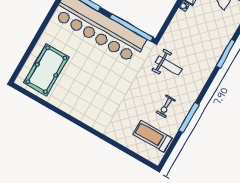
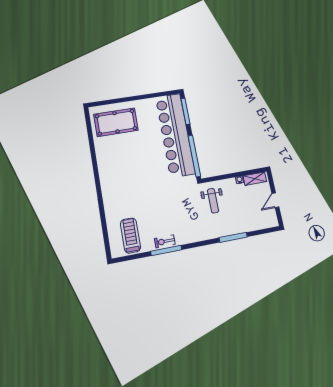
weight bench: (169, 66) -> (213, 201), moved
exercise bike: (166, 106) -> (165, 241), moved

